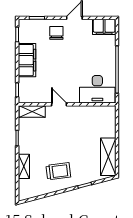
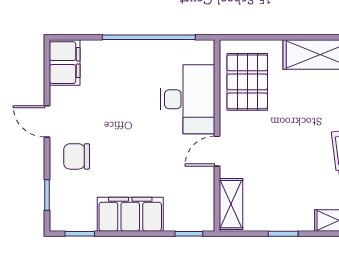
desk: (97, 89) -> (188, 99), moved
pallet: (94, 120) -> (247, 82), added

